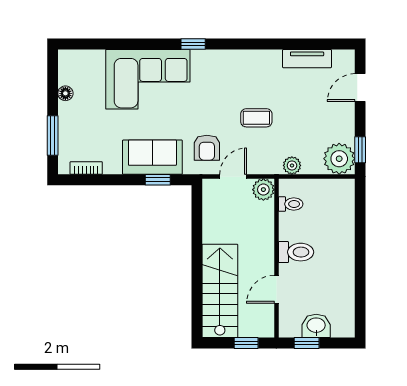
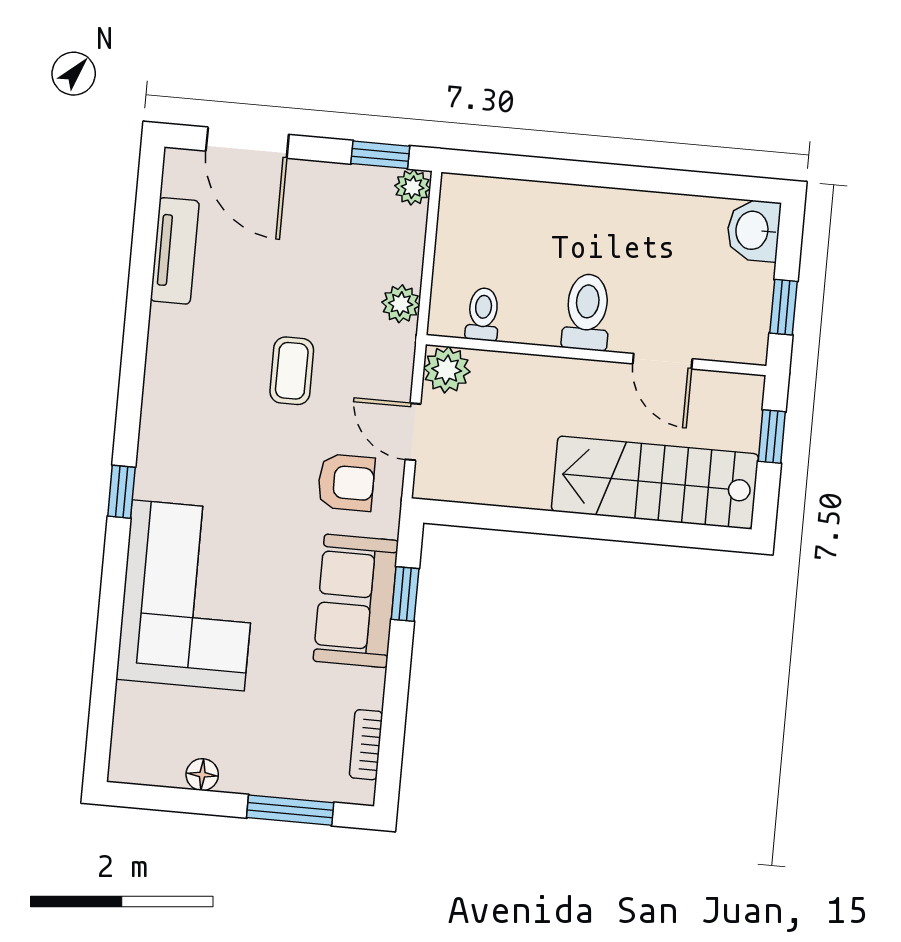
door: (360, 88) -> (247, 143), width x1.38
plant: (339, 159) -> (413, 187), width x0.53, depth x0.53
washbasin: (316, 326) -> (753, 230), moved

